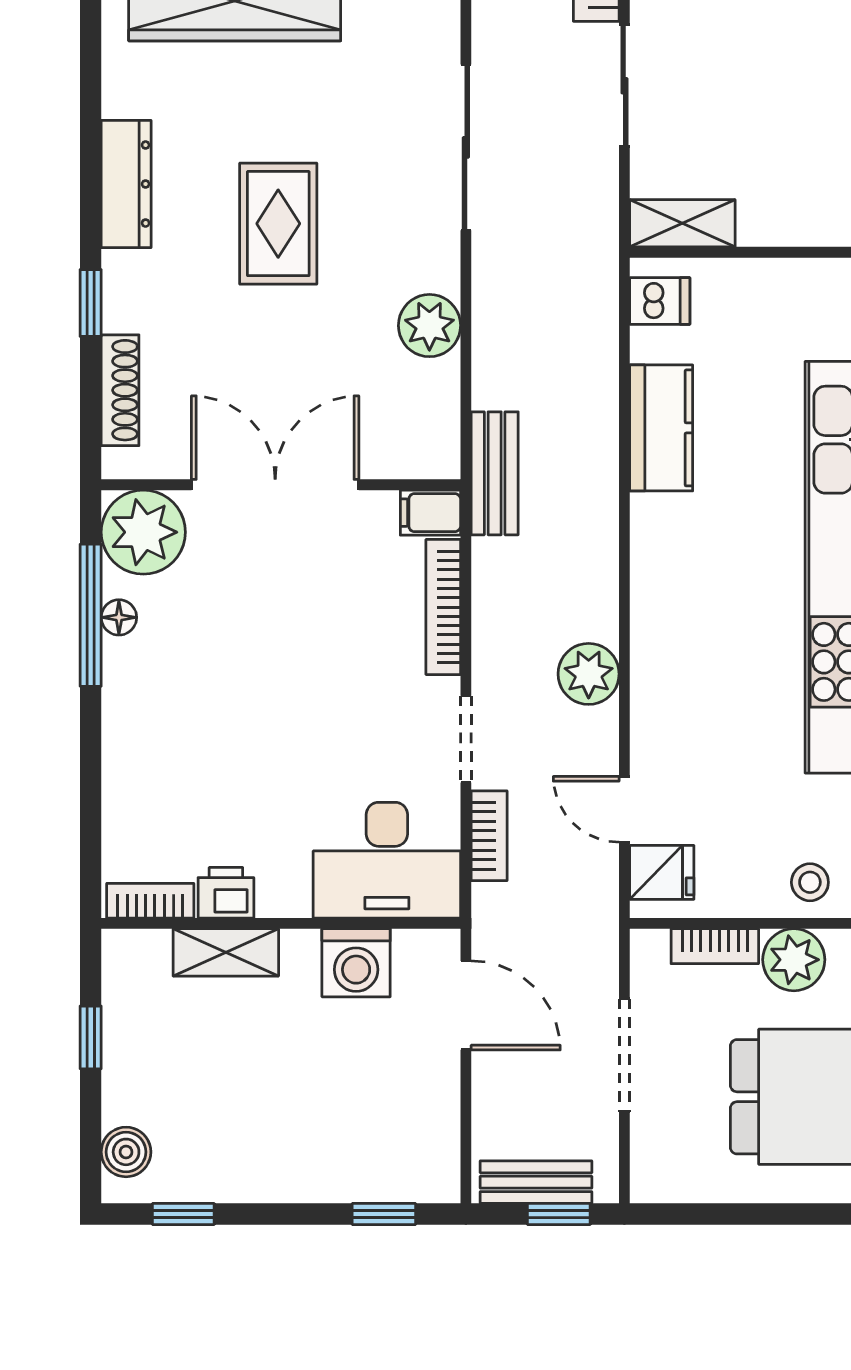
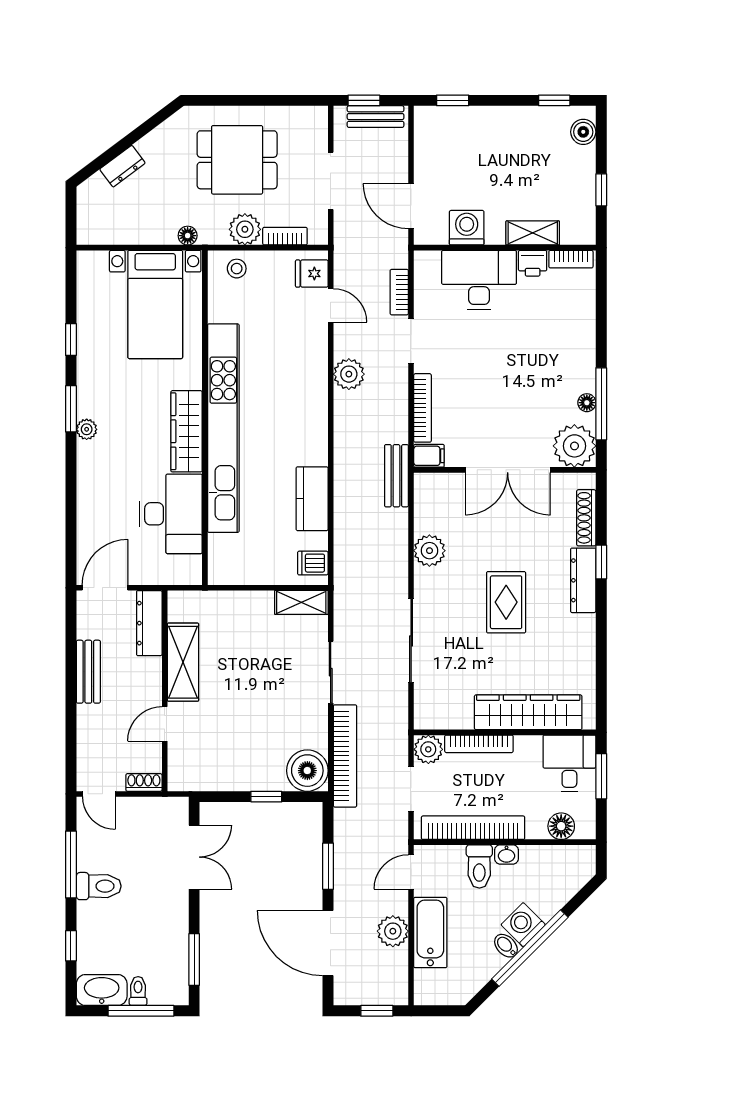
dresser: (126, 184) -> (583, 580), moved
desk: (387, 860) -> (479, 280), moved

